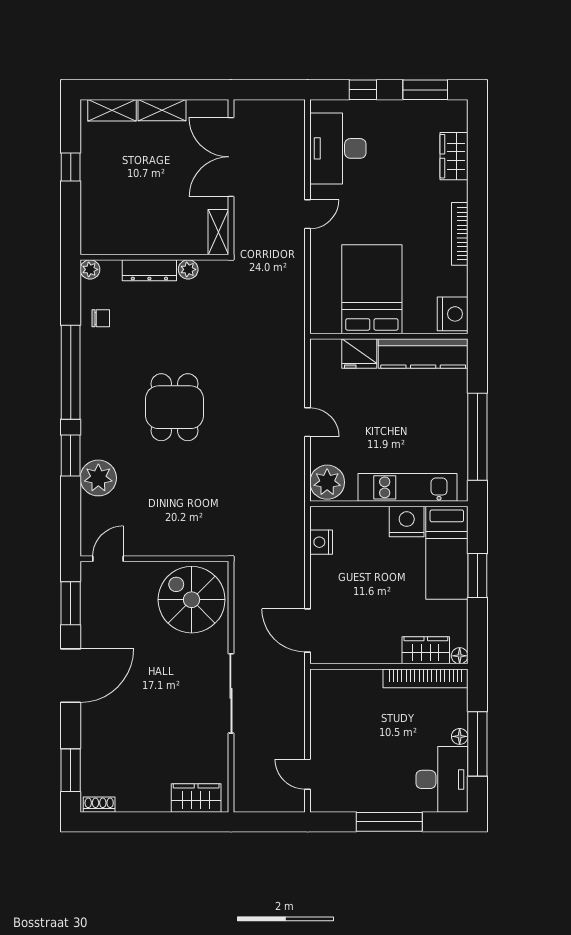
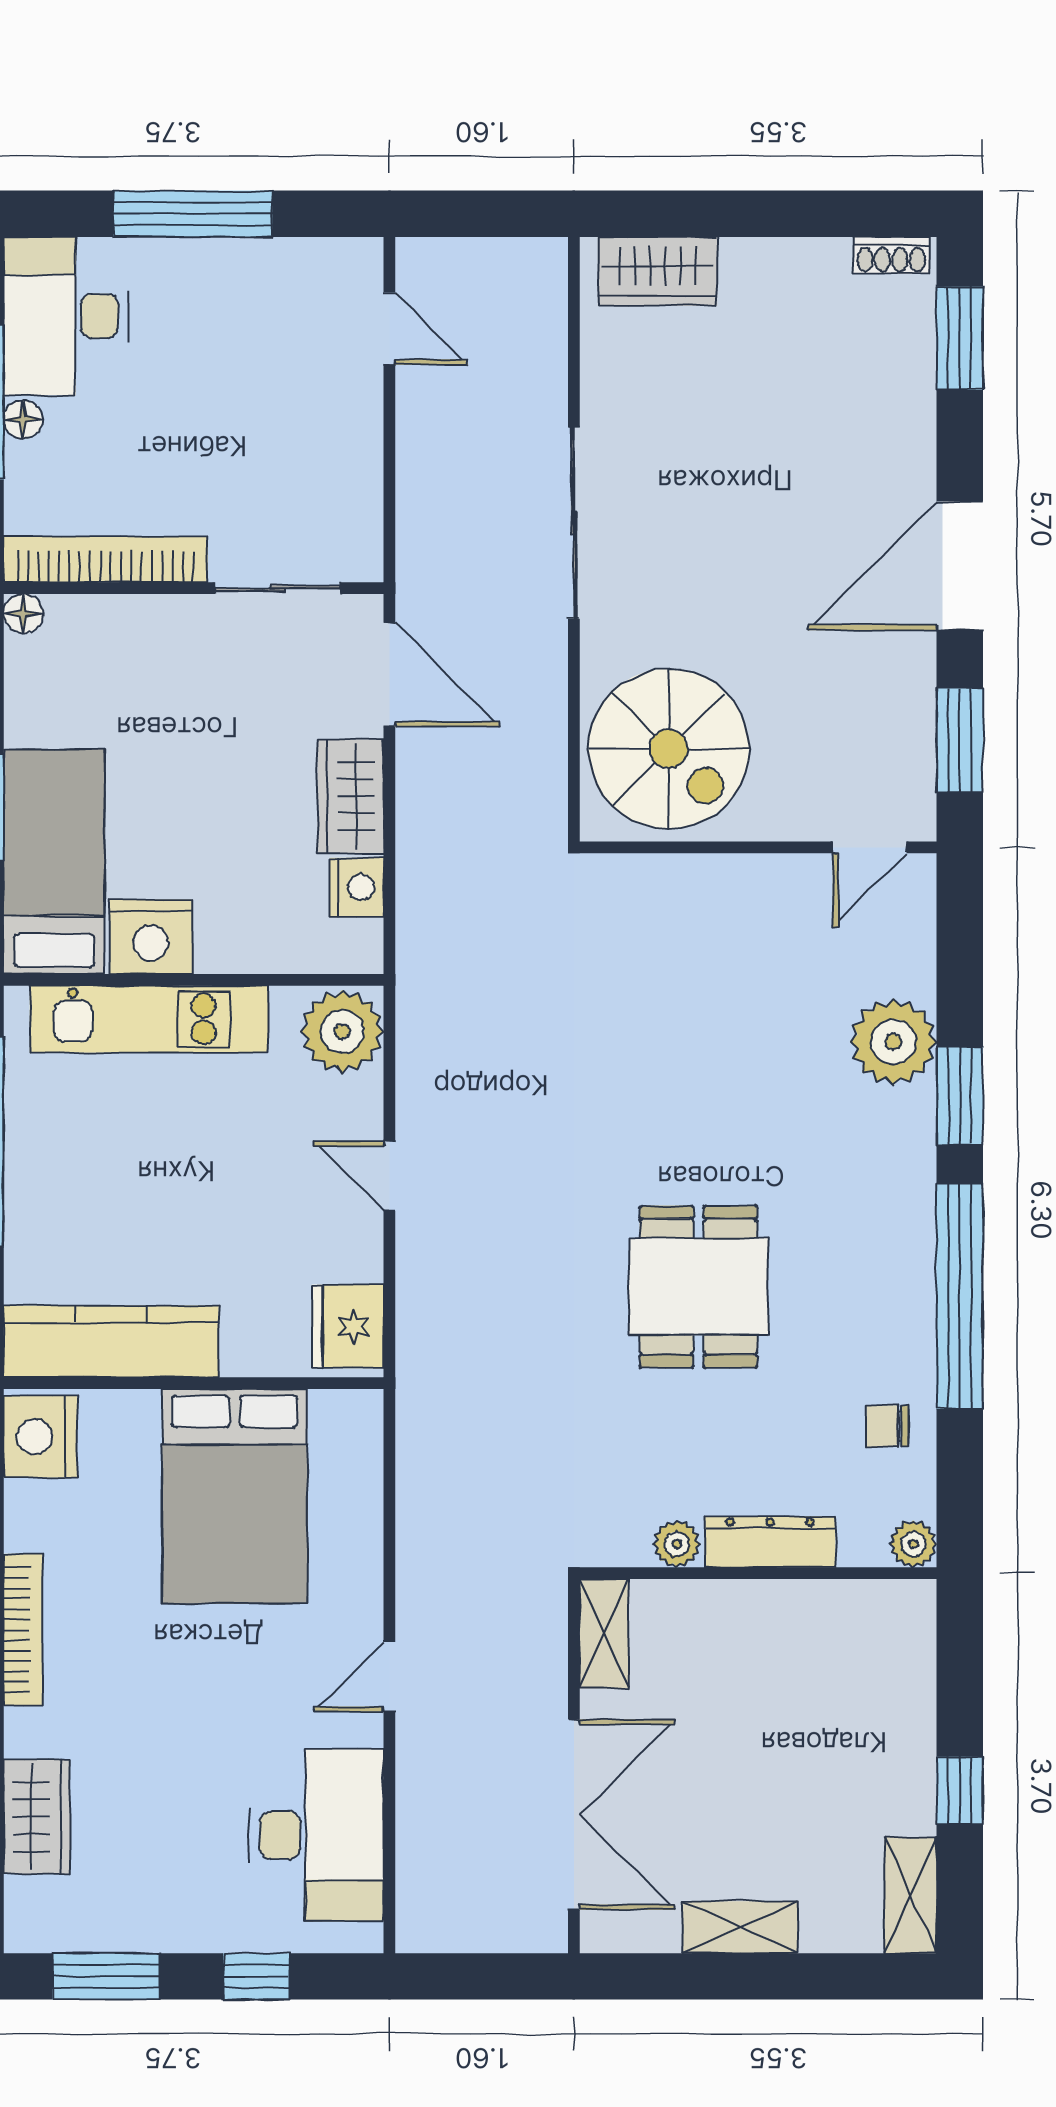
shelving: (112, 110) -> (911, 1895), moved, turned 90
fridge: (359, 354) -> (348, 1326), moved, turned -90
dining table: (175, 407) -> (698, 1287), moved
wardrobe: (426, 650) -> (351, 796), moved, turned 90
sliding door: (354, 666) -> (278, 588), added

